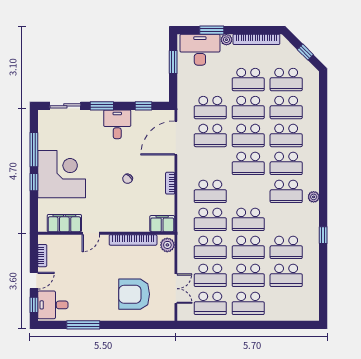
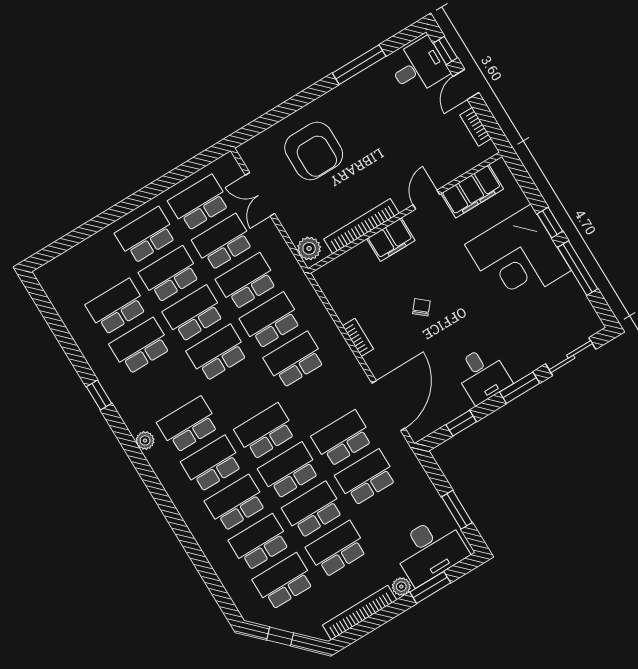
filing cabinet: (162, 224) -> (391, 240), moved
armchair: (134, 294) -> (314, 151), turned 90

